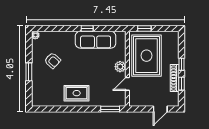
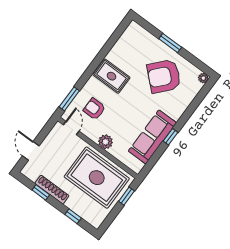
armchair: (53, 60) -> (164, 76), width x1.88, depth x1.88
window: (181, 64) -> (73, 216), moved
door: (127, 84) -> (71, 128), moved
armchair: (105, 89) -> (94, 109), added
rug: (77, 93) -> (111, 76), turned 90

